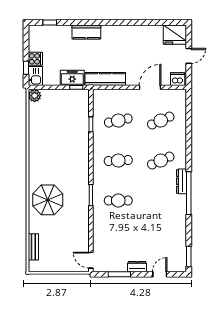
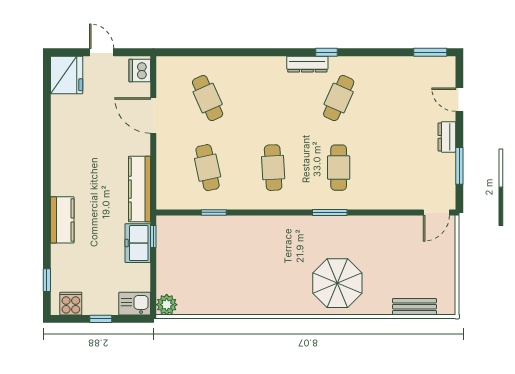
cooker: (35, 59) -> (71, 304), moved
window: (26, 68) -> (101, 319), moved
cafe table: (161, 161) -> (339, 98), moved, turned 48
window: (189, 193) -> (327, 52), width x0.32

